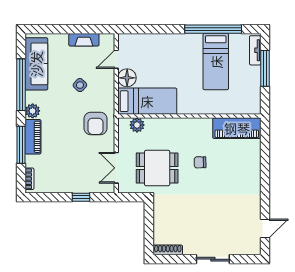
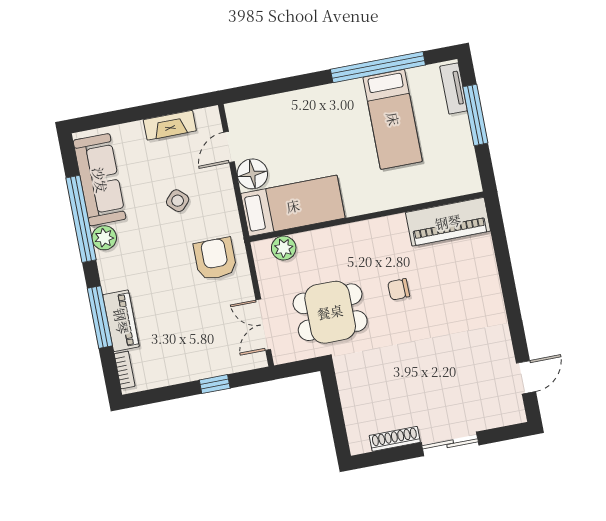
plant: (33, 111) -> (104, 238), moved
armchair: (95, 124) -> (215, 259), turned 180
piano: (33, 137) -> (121, 321), moved
shoe rack: (168, 250) -> (395, 439), moved

